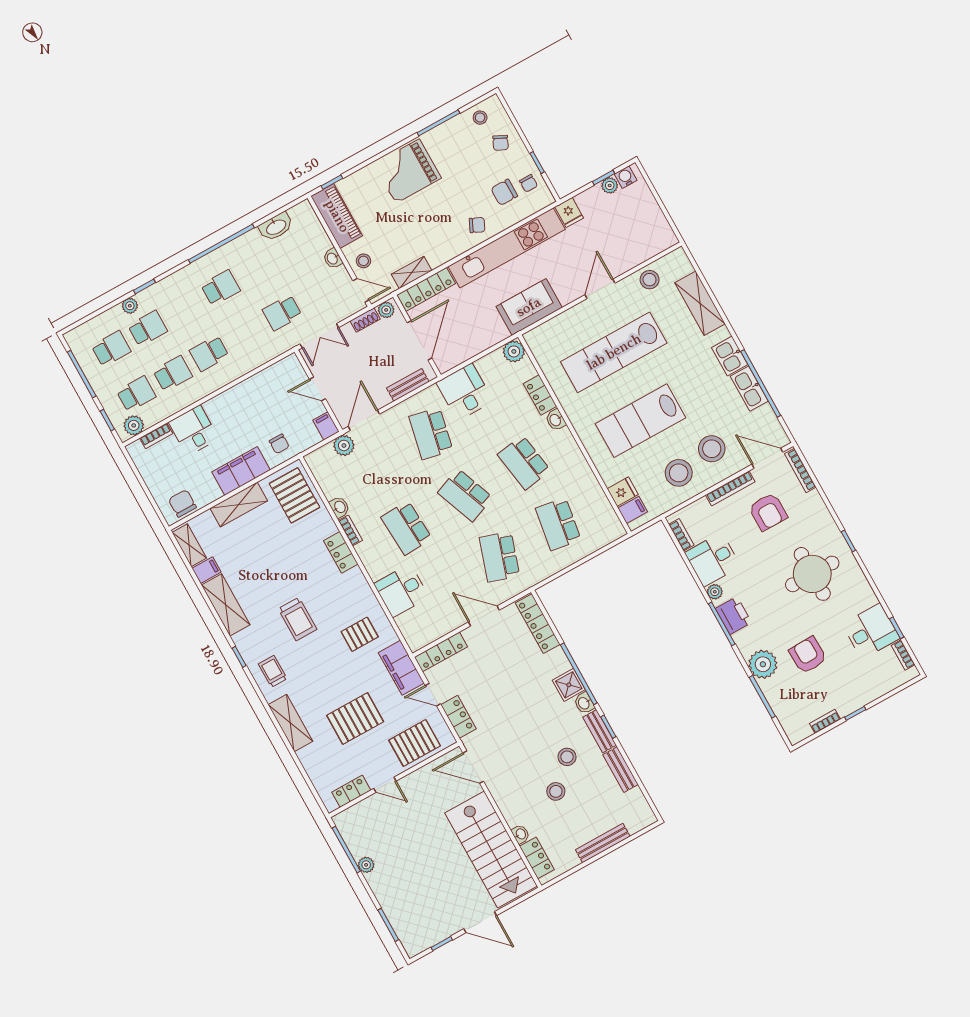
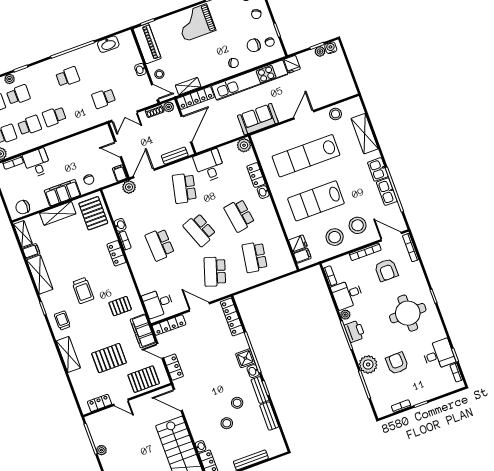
chair: (182, 503) -> (23, 207), turned -90
desk: (401, 591) -> (158, 303), moved

